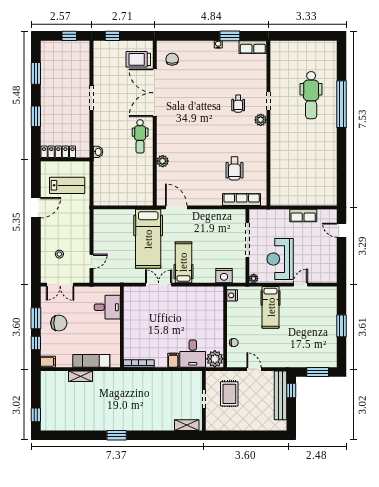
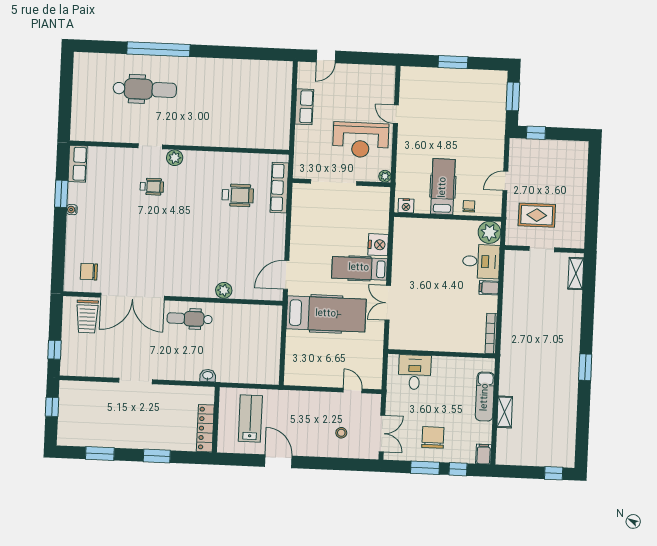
dental chair: (140, 136) -> (190, 319), turned 180
nightstand: (224, 276) -> (378, 245), moved
hospital bed: (271, 307) -> (443, 187), moved, turned -90
bench: (280, 395) -> (542, 147), removed

